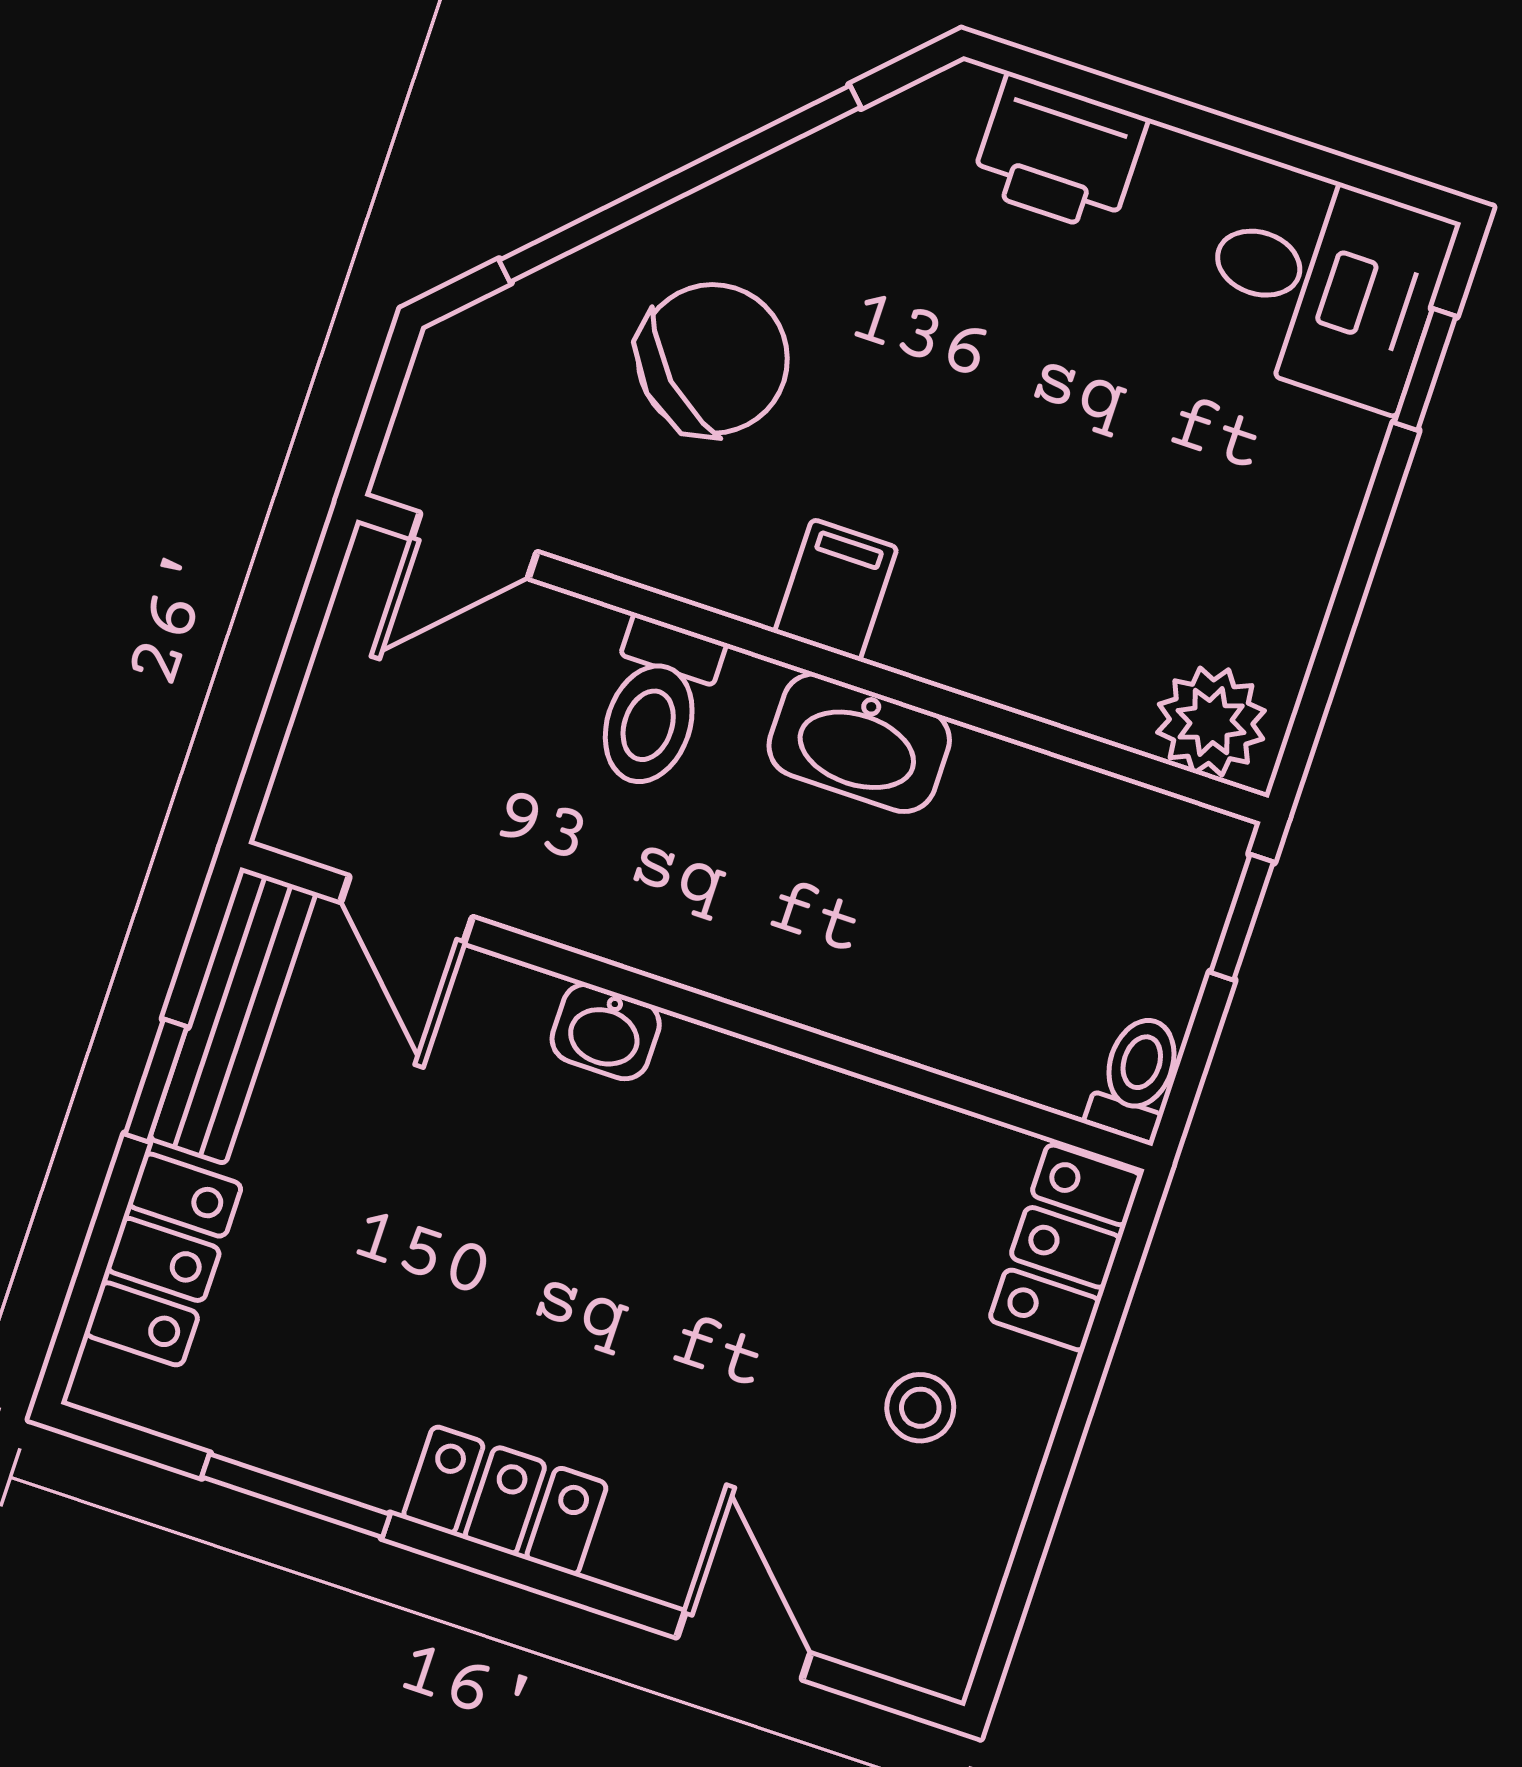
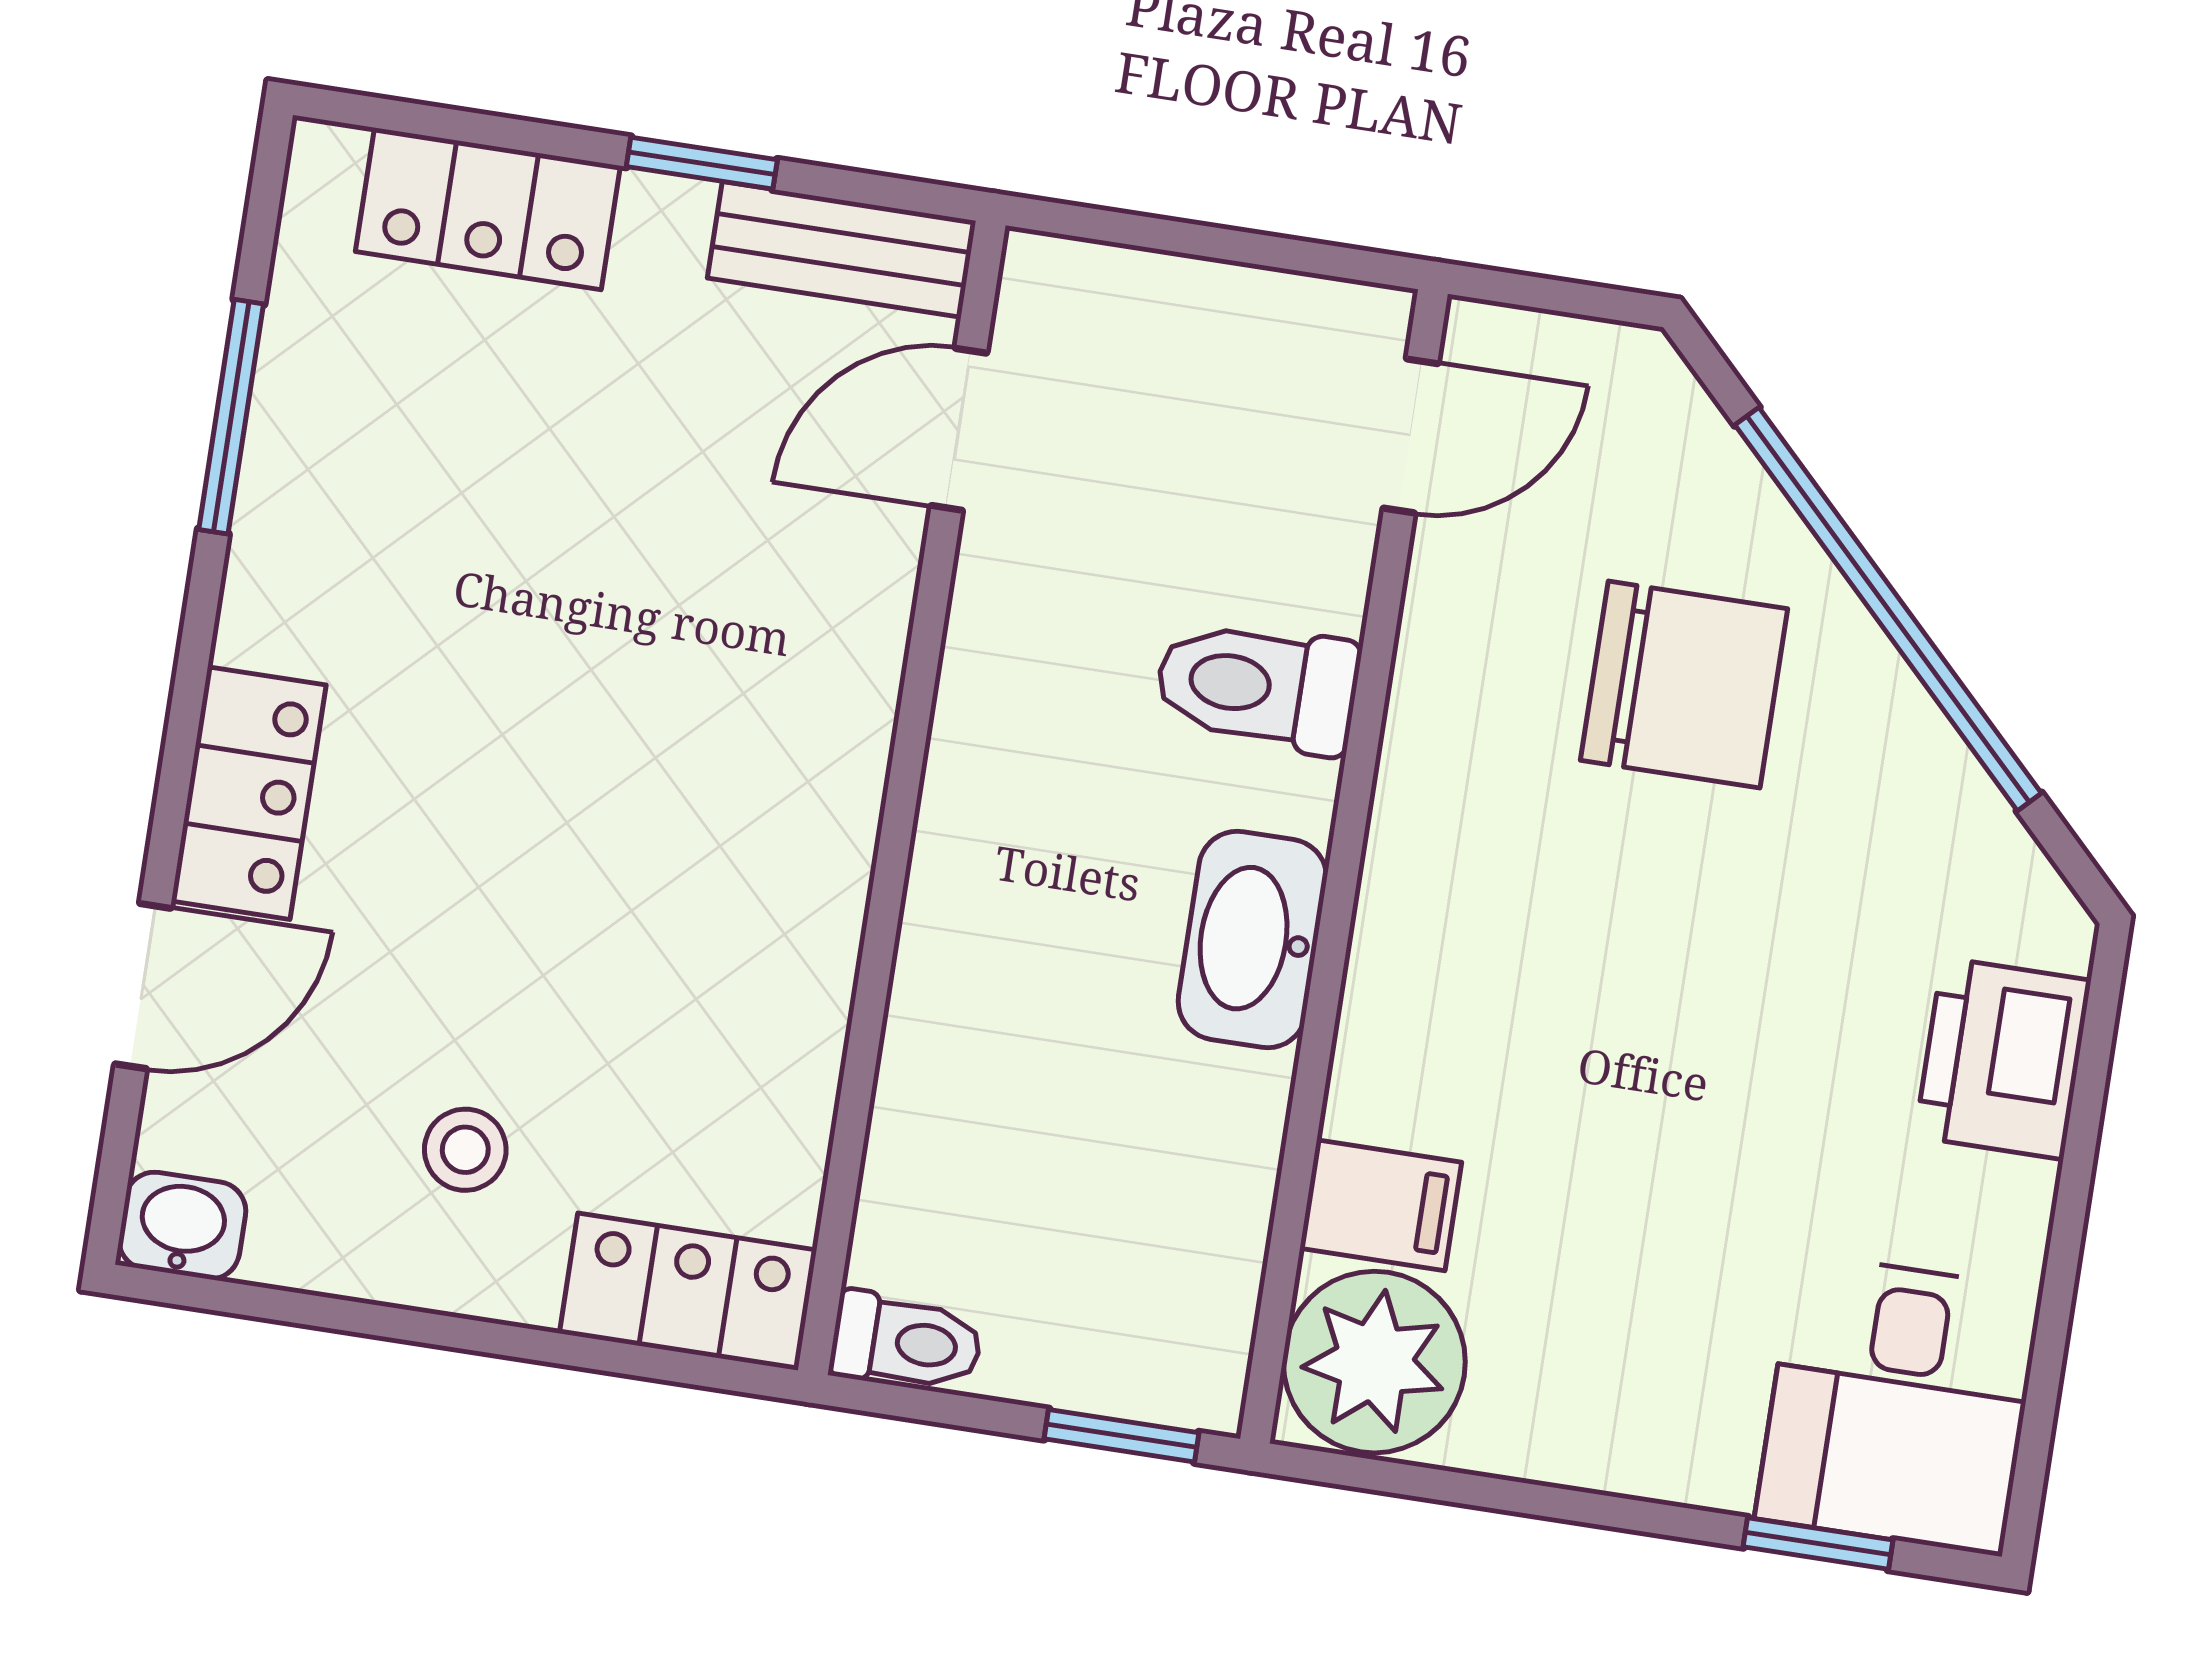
chair: (713, 359) -> (1684, 685), turned -44
door: (474, 546) -> (1411, 436), swing flipped
filing cabinet: (836, 590) -> (1381, 1205), moved
plant: (1211, 722) -> (1374, 1362), width x1.36, depth x1.36
bench: (233, 1016) -> (842, 249), width x0.73
washbasin: (606, 1031) -> (182, 1226), moved, turned 90
locker: (505, 1501) -> (249, 793), moved

